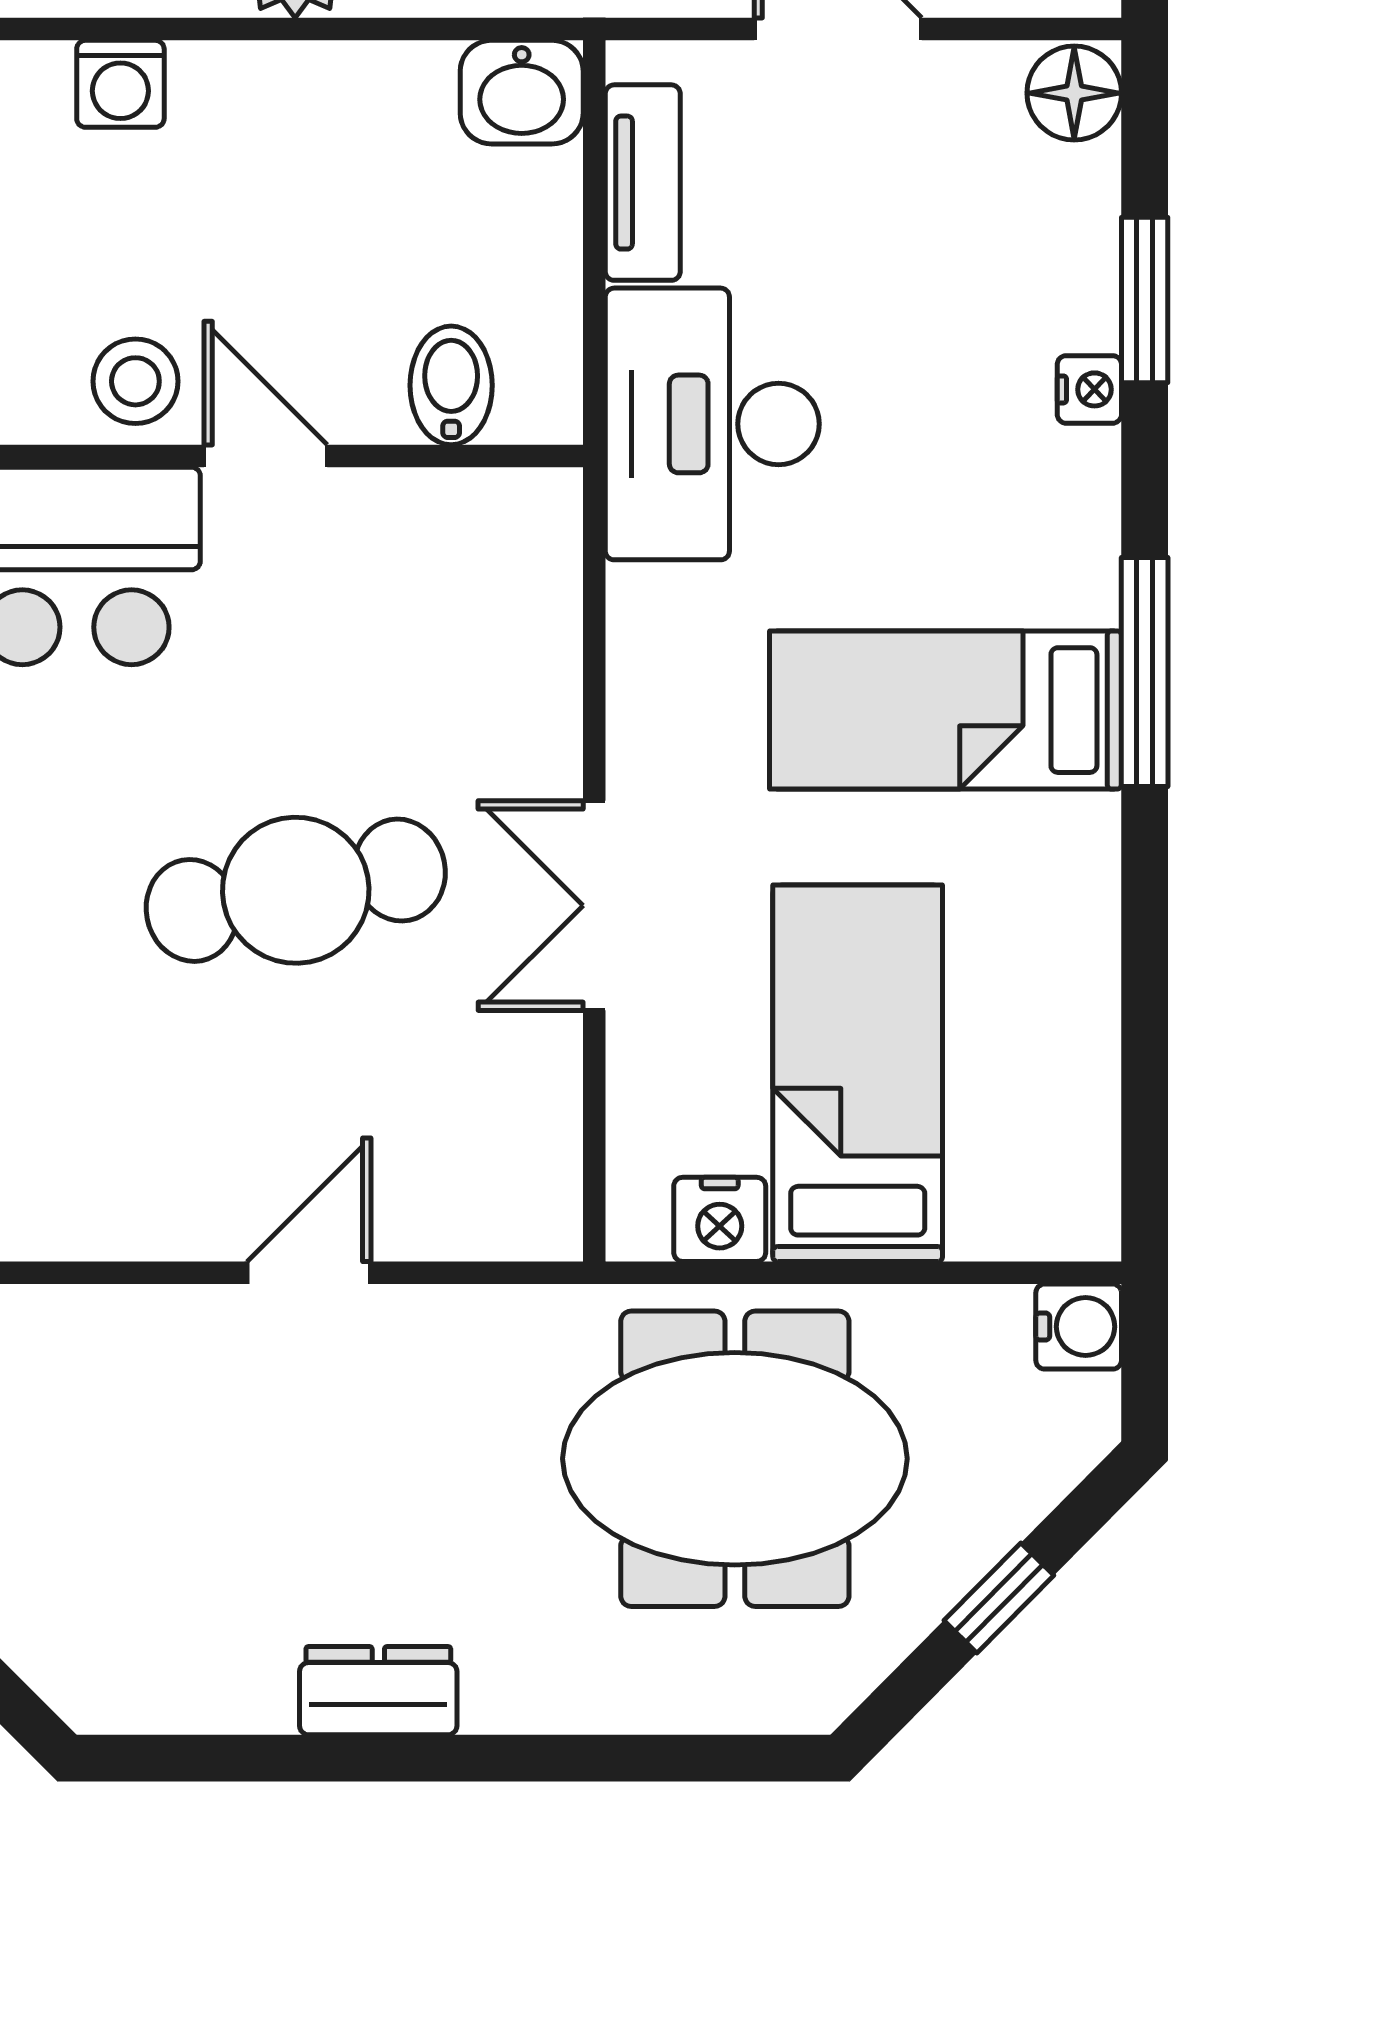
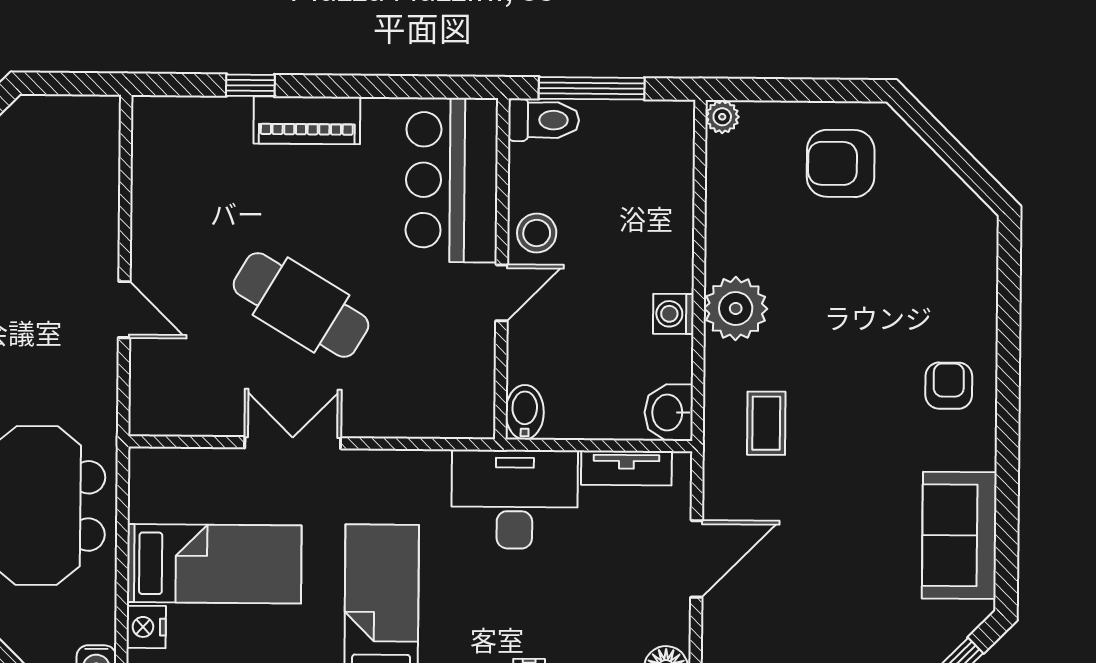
washing machine: (120, 84) -> (673, 314), moved
bidet: (451, 385) -> (525, 412), moved, turned -90
cafe table: (296, 890) -> (301, 305), turned -48
nightstand: (720, 1219) -> (146, 627), moved

